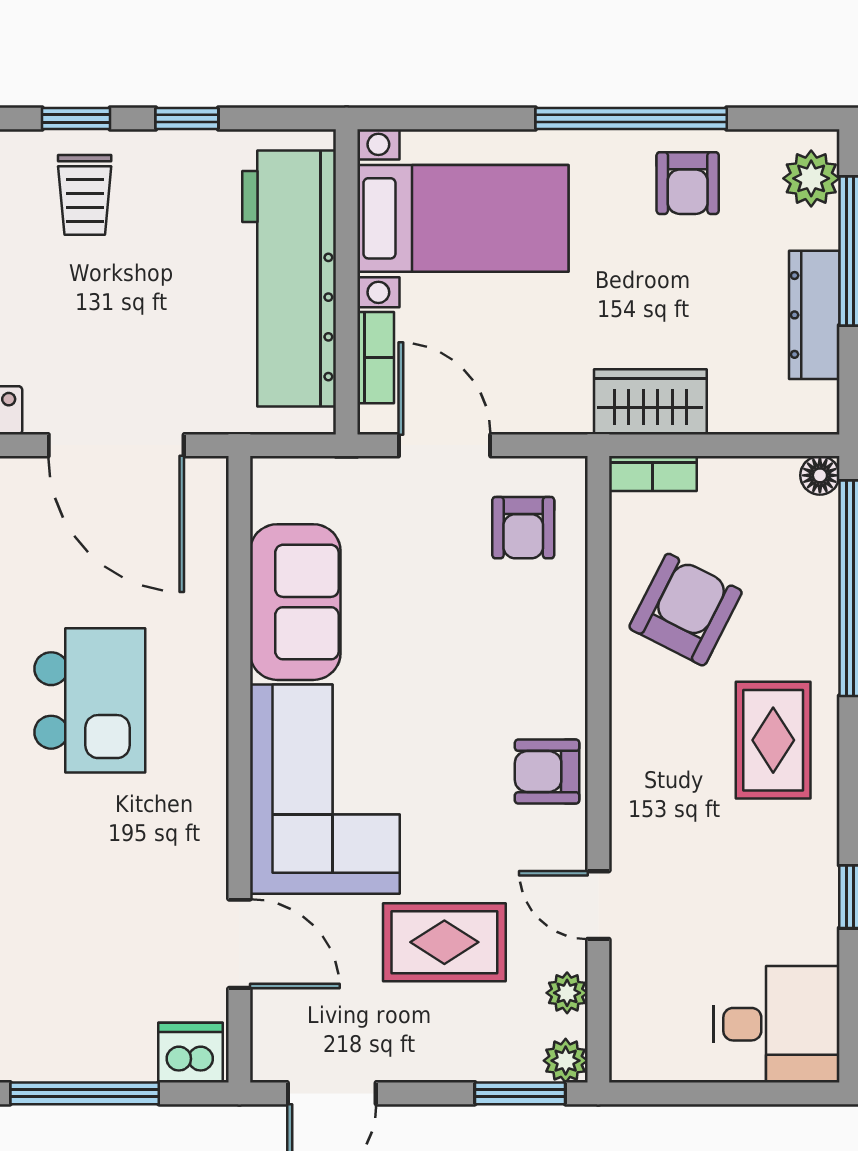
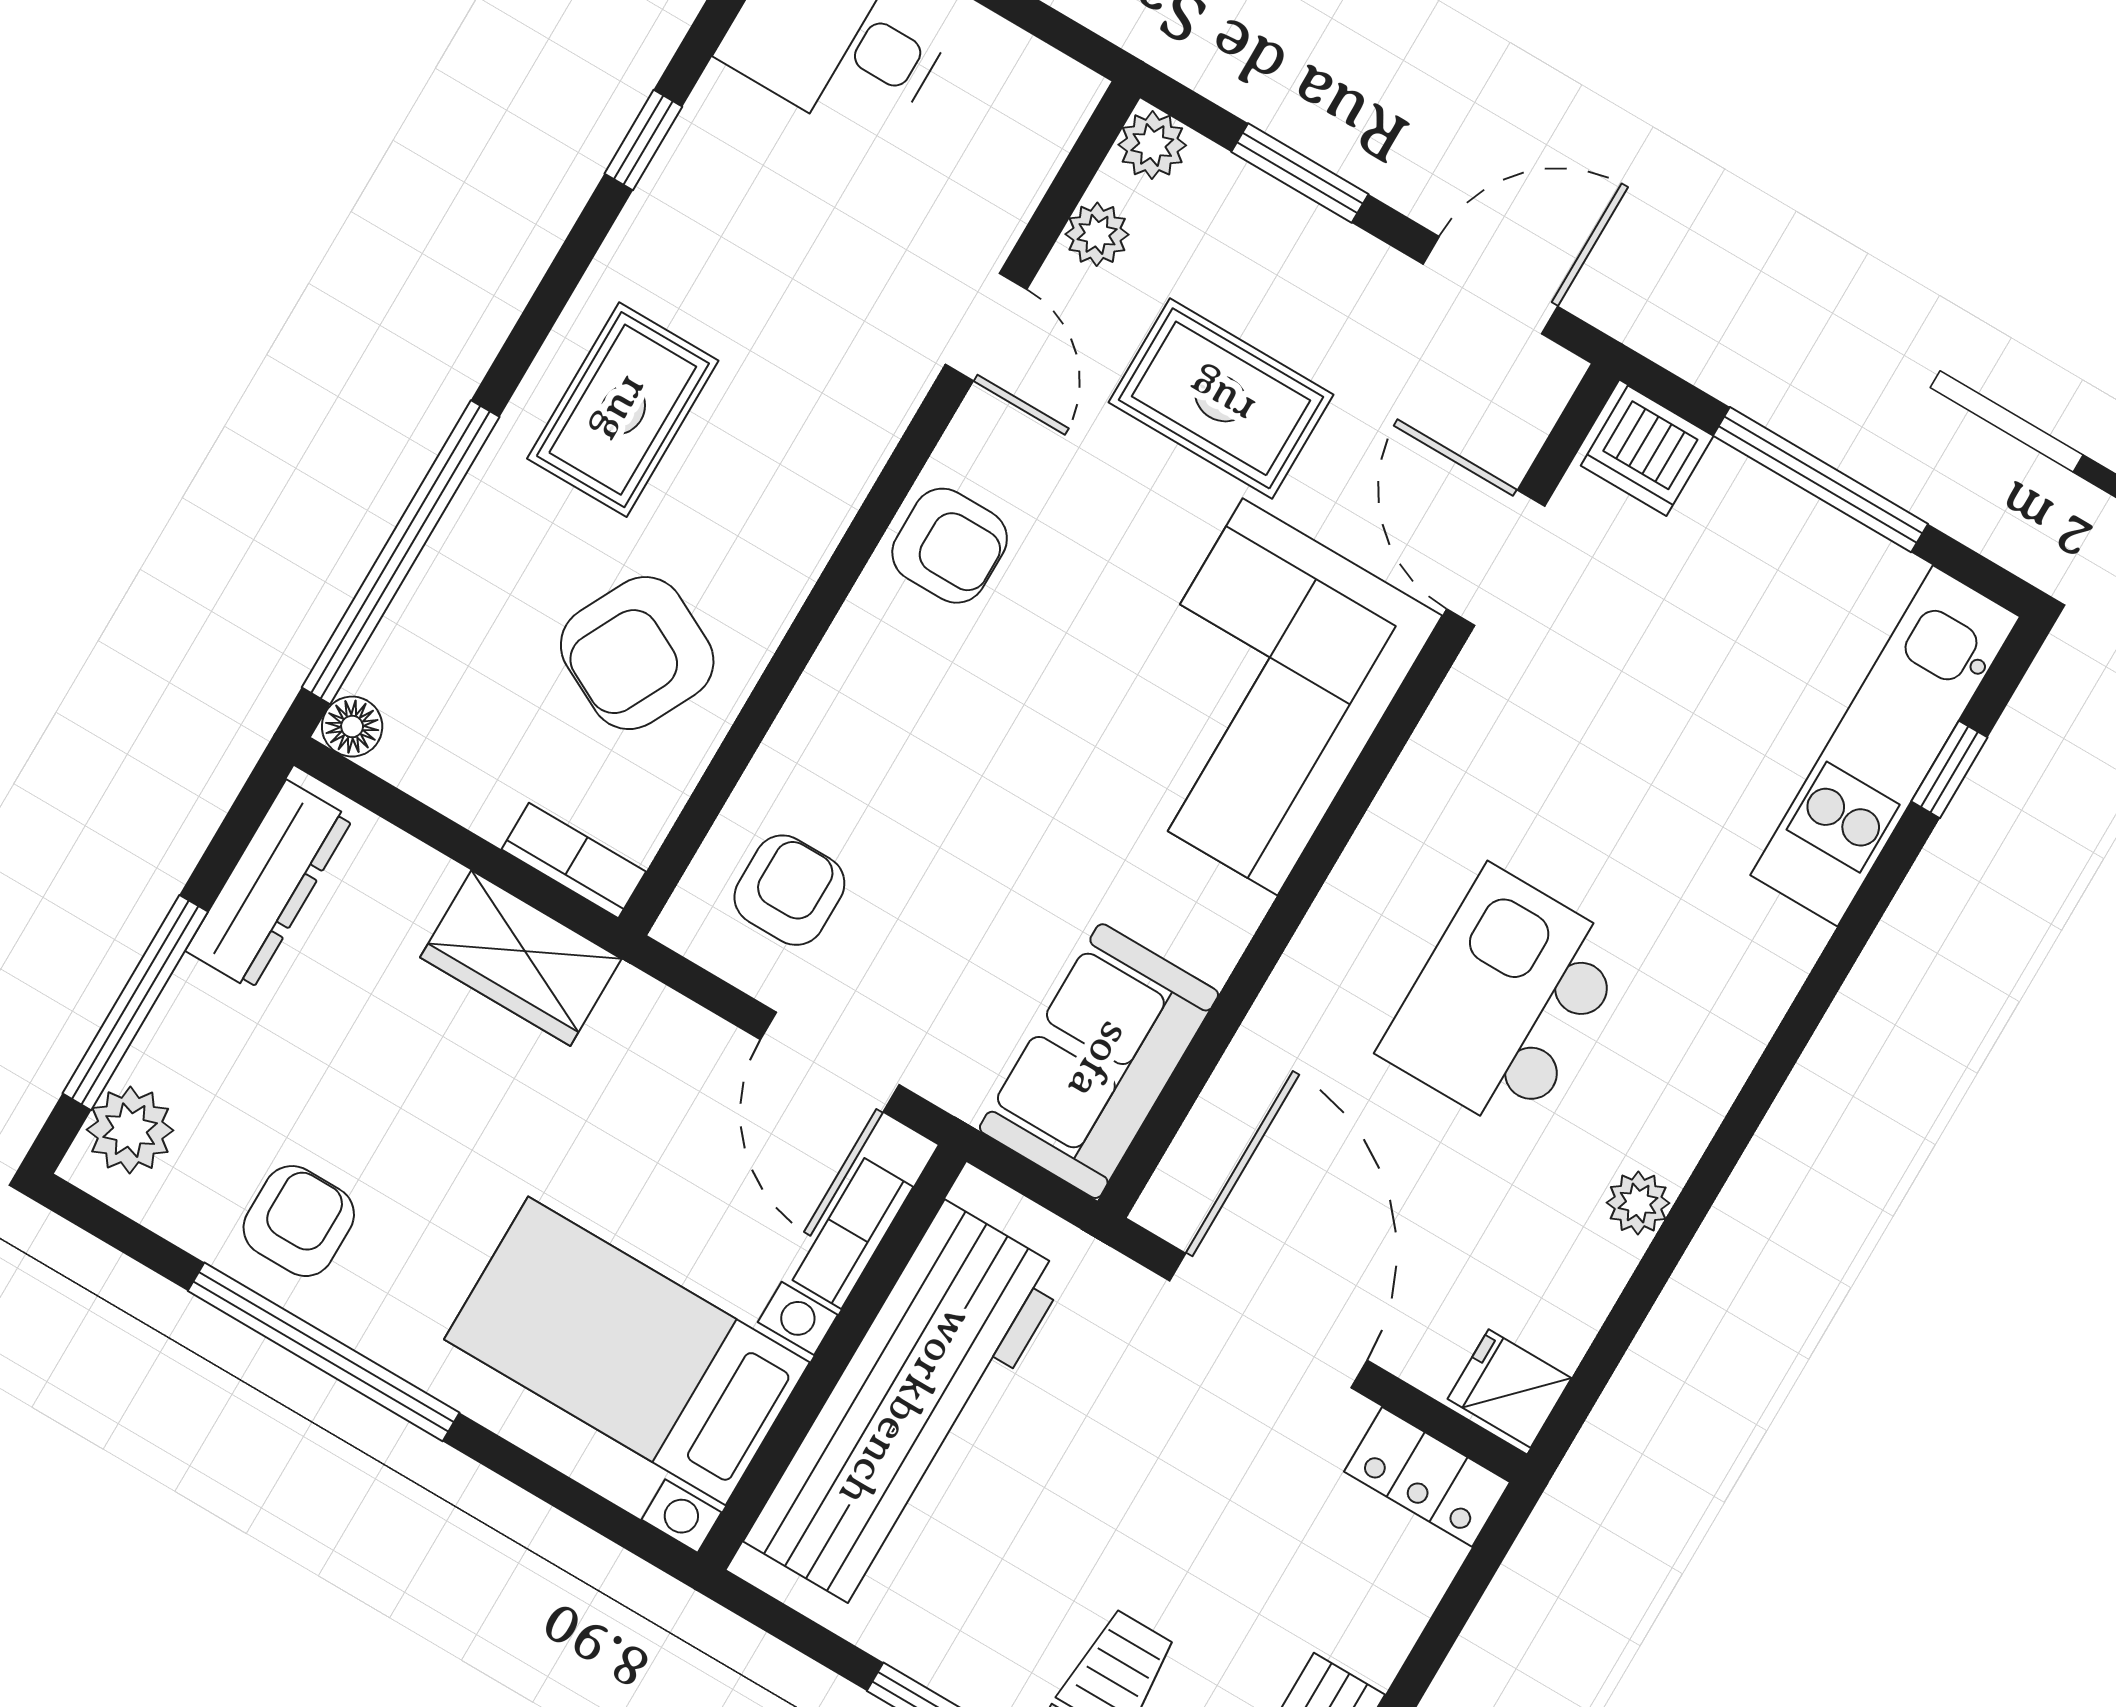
dresser: (814, 315) -> (269, 885), moved
sofa: (295, 602) -> (1099, 1061), moved
window: (520, 1093) -> (1300, 173), moved

